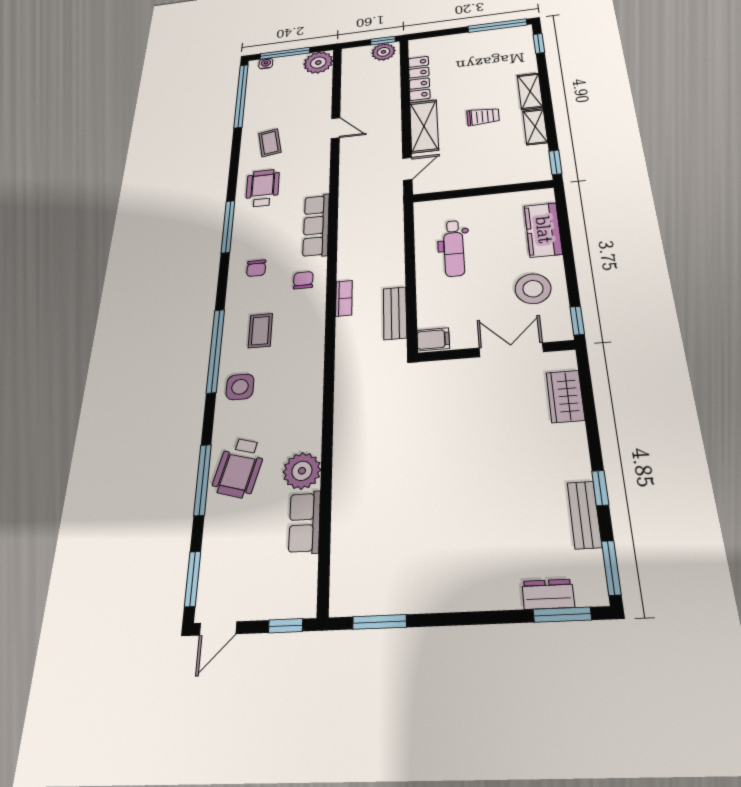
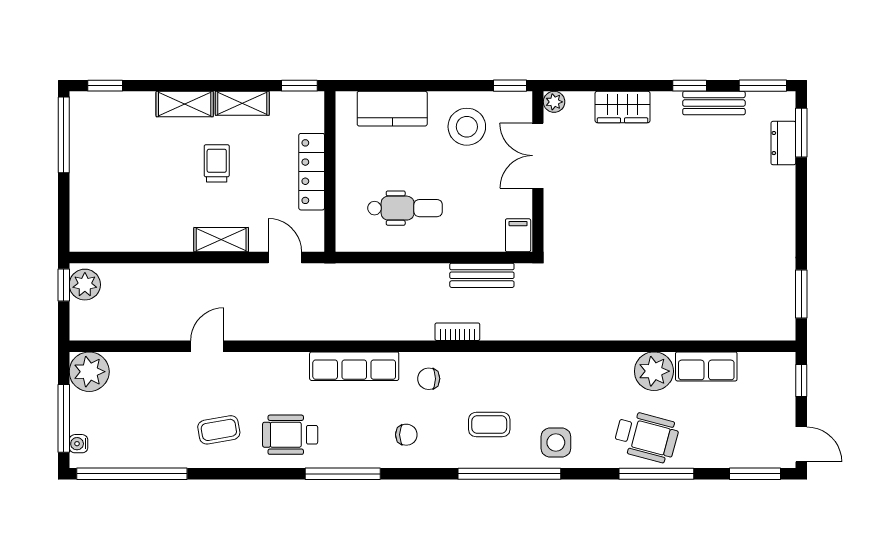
locker: (419, 78) -> (312, 172), moved, turned -90
shelving: (424, 126) -> (221, 240), width x0.67, depth x0.75
plant: (566, 360) -> (554, 102), added
wardrobe: (565, 396) -> (623, 107), moved

